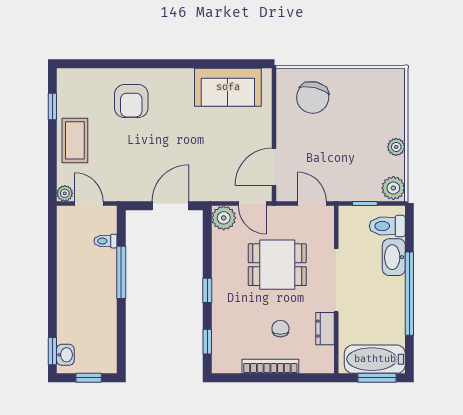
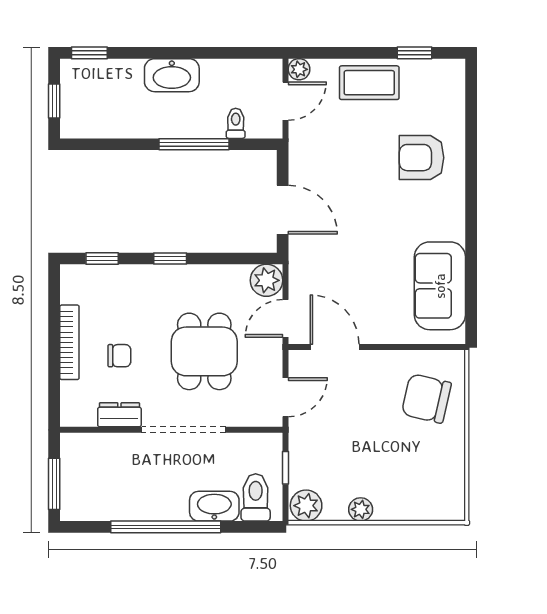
washbasin: (65, 355) -> (172, 75), moved, width x1.91, depth x1.45
bathtub: (375, 359) -> (79, 481), removed

